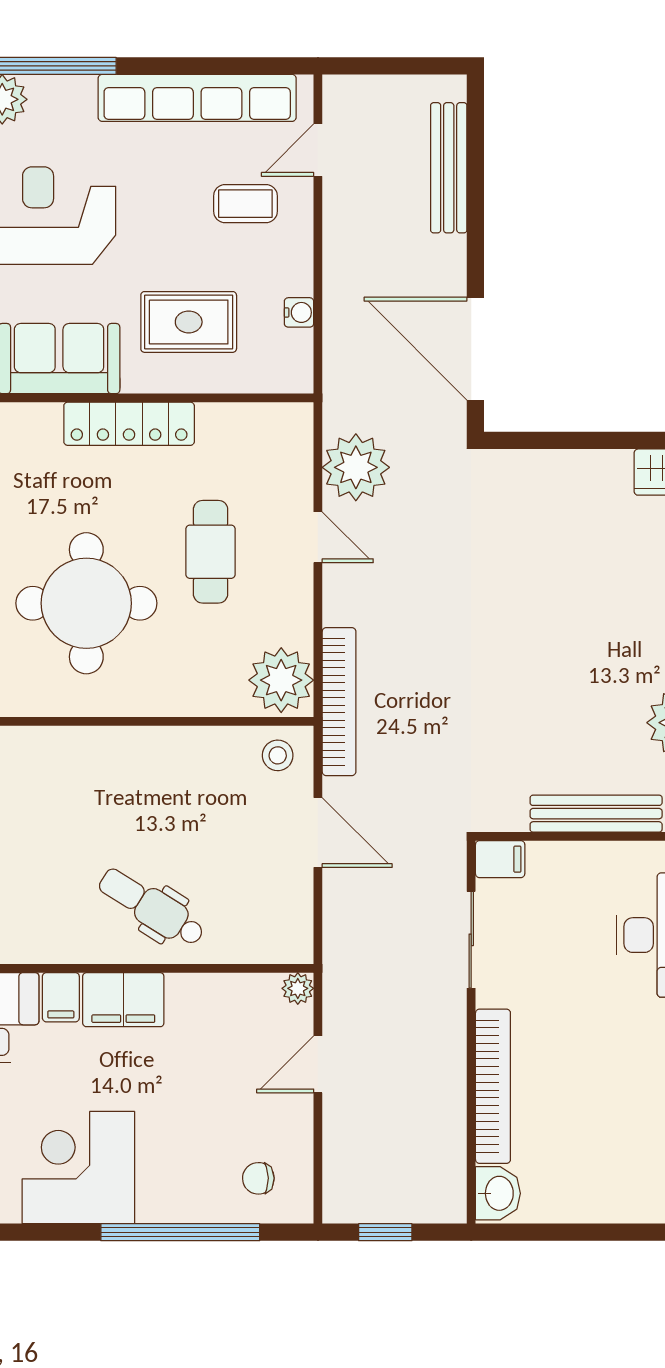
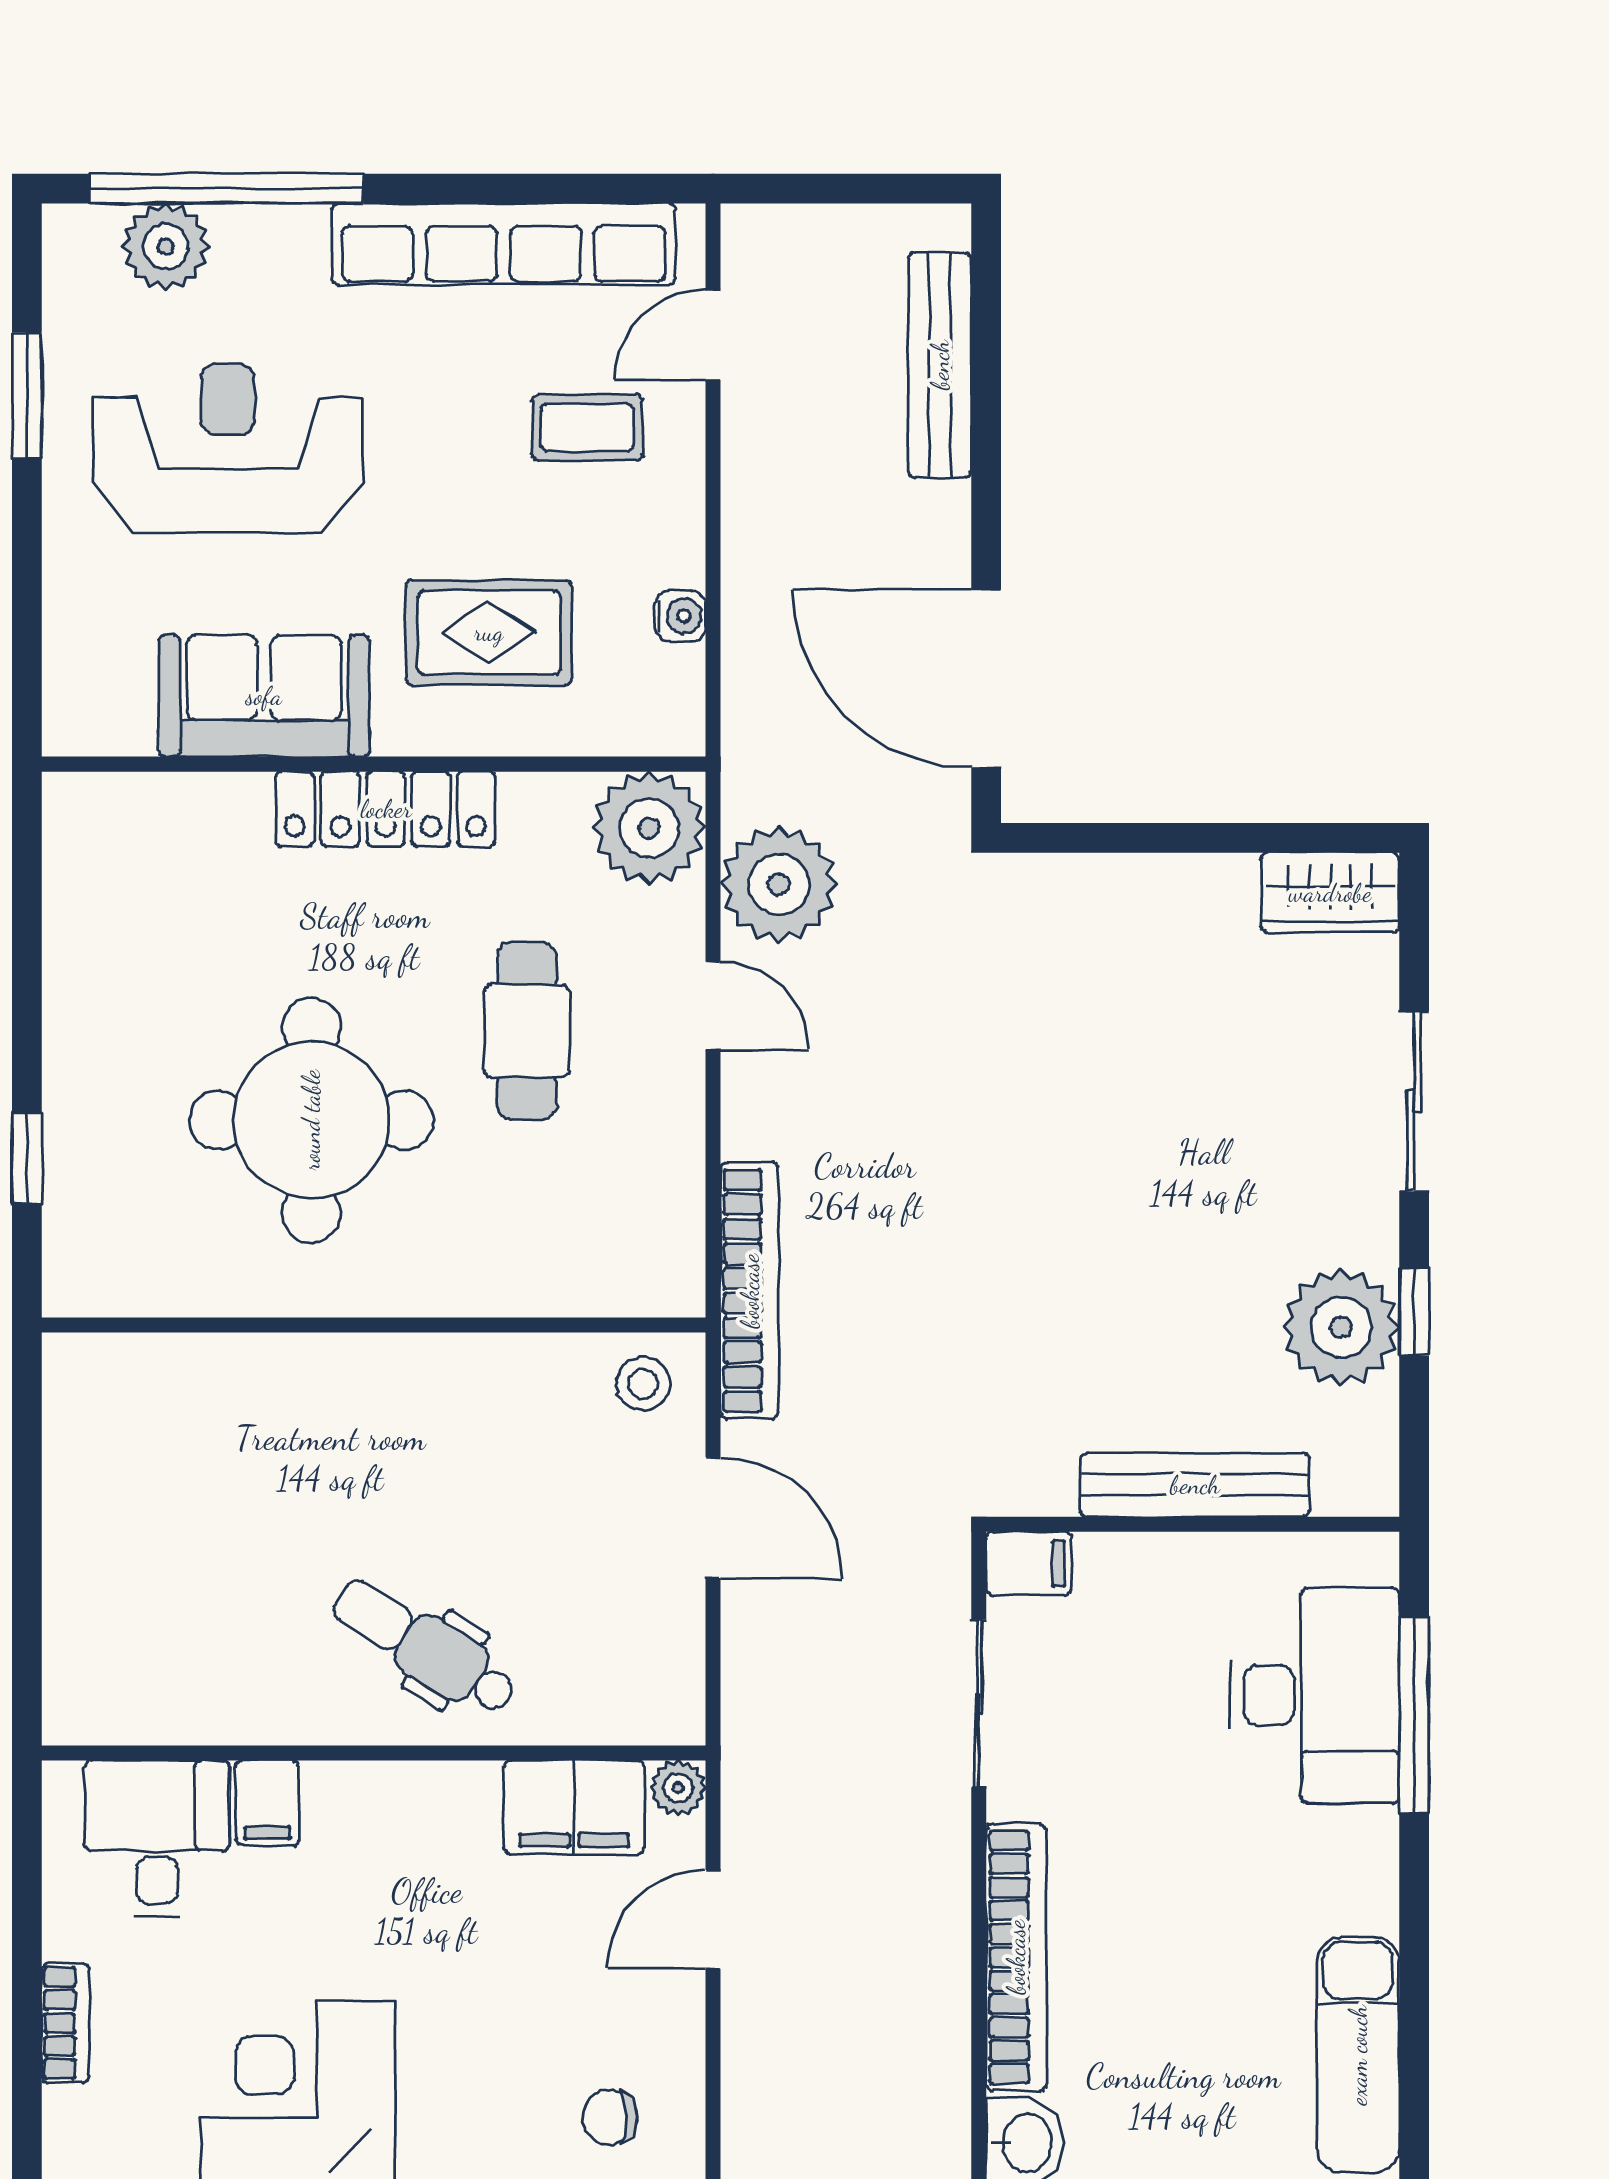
plant: (281, 680) -> (649, 828), moved
filing cabinet: (123, 1000) -> (574, 1807), moved

